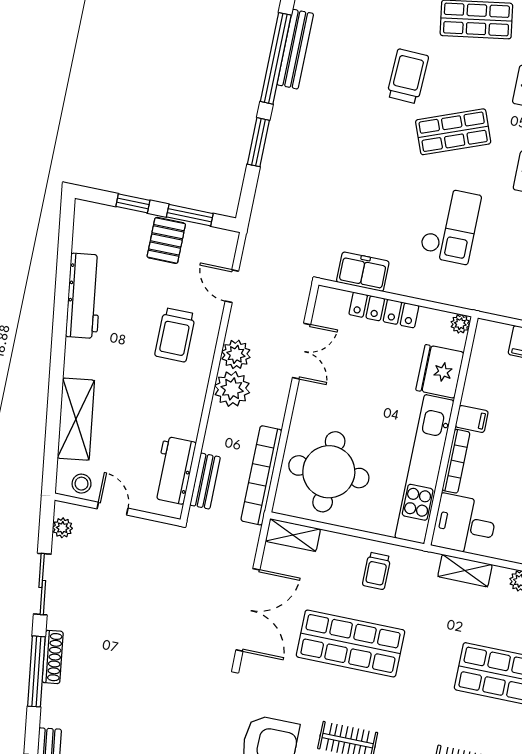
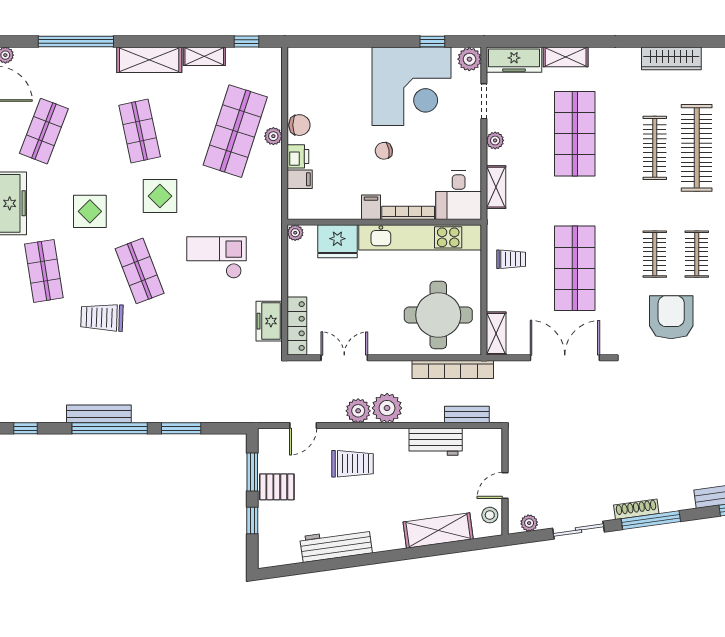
locker: (384, 310) -> (297, 326), moved
workbench: (174, 470) -> (436, 442), moved

